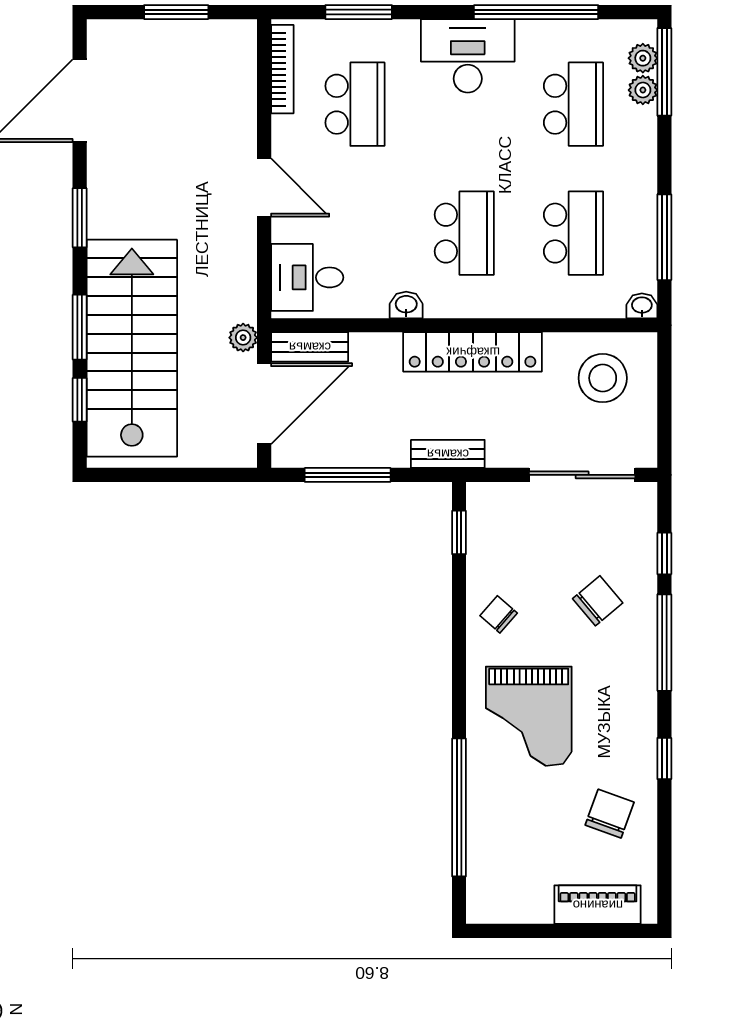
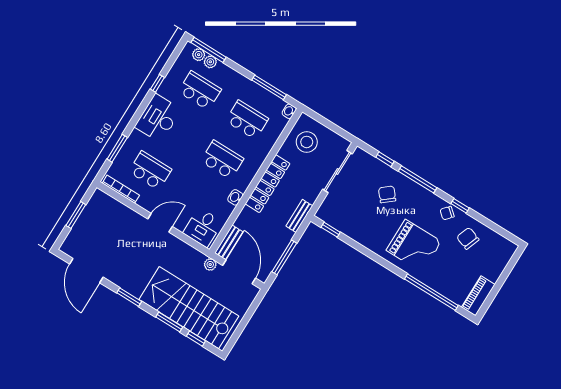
window: (536, 12) -> (157, 83), width x0.32
chair: (499, 614) -> (447, 213), moved
piano: (598, 905) -> (478, 296), moved

